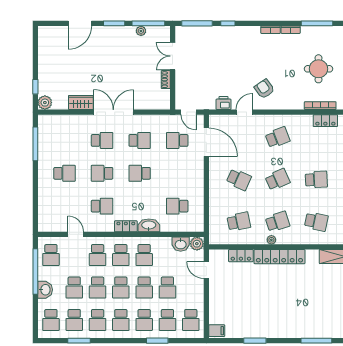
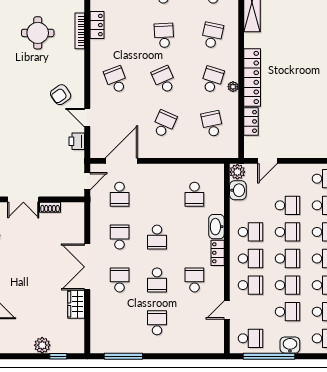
plant: (45, 103) -> (42, 345), moved
school desk: (278, 222) -> (212, 80), turned 36

